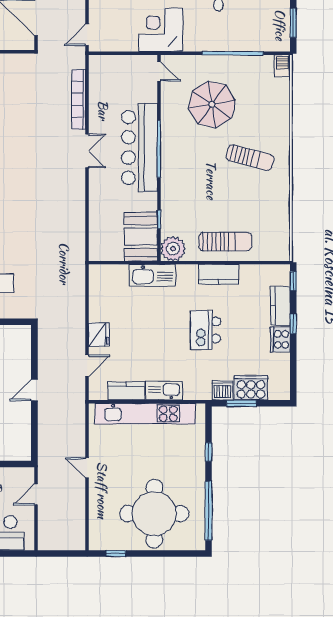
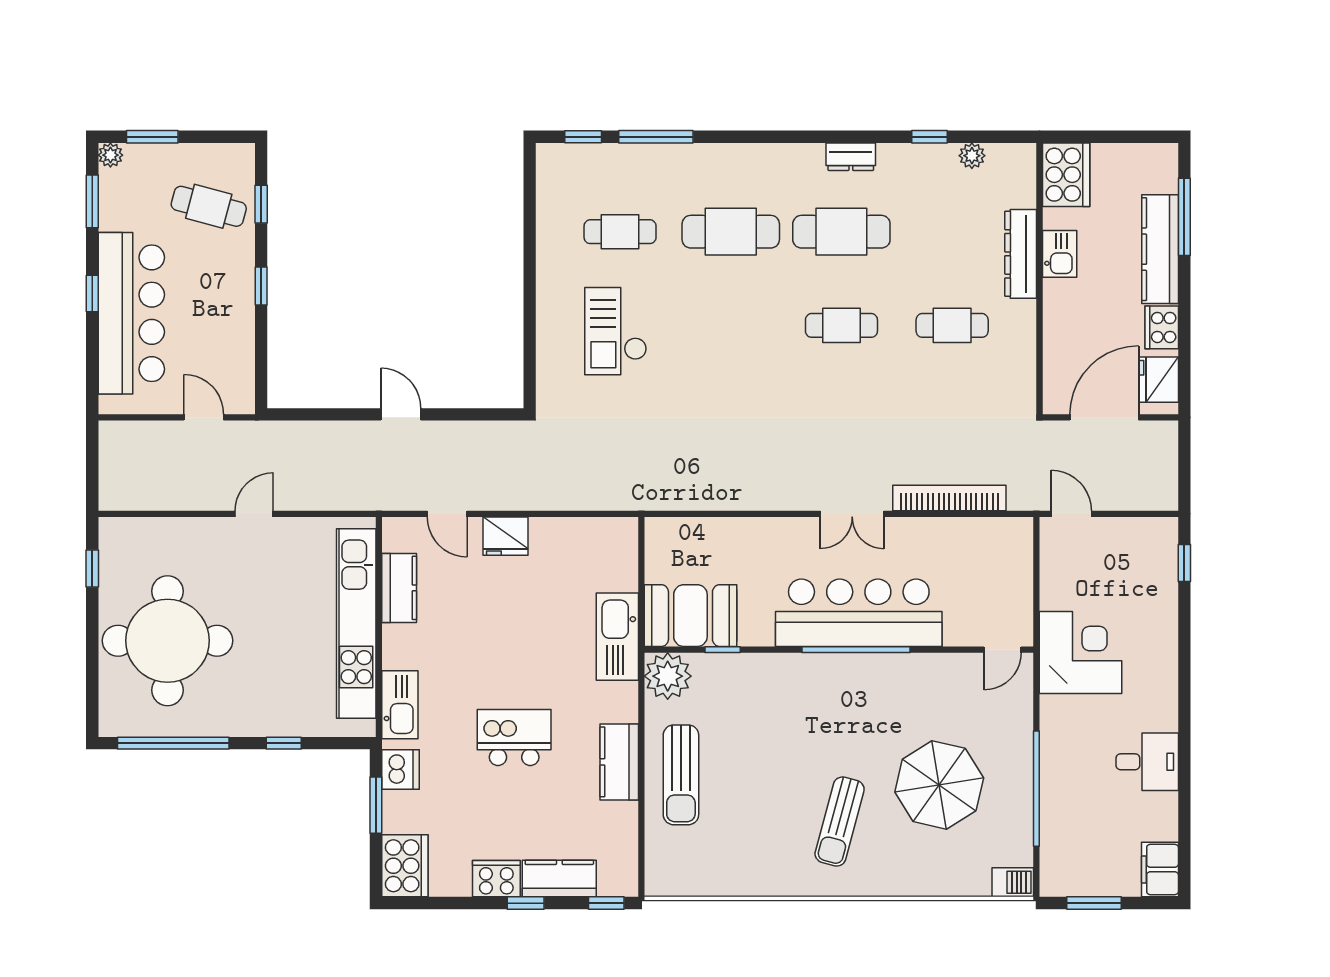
parasol: (212, 104) -> (939, 785), moved
cooker: (251, 388) -> (405, 866), moved
kitchen sink: (164, 391) -> (400, 705), moved

